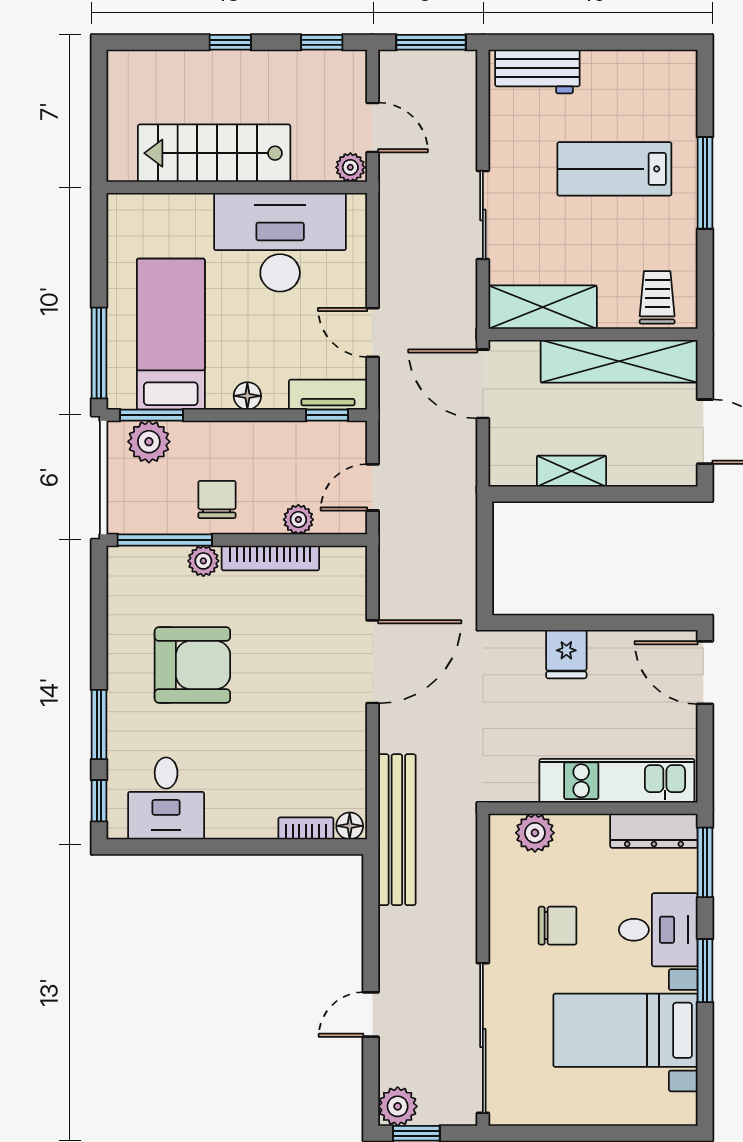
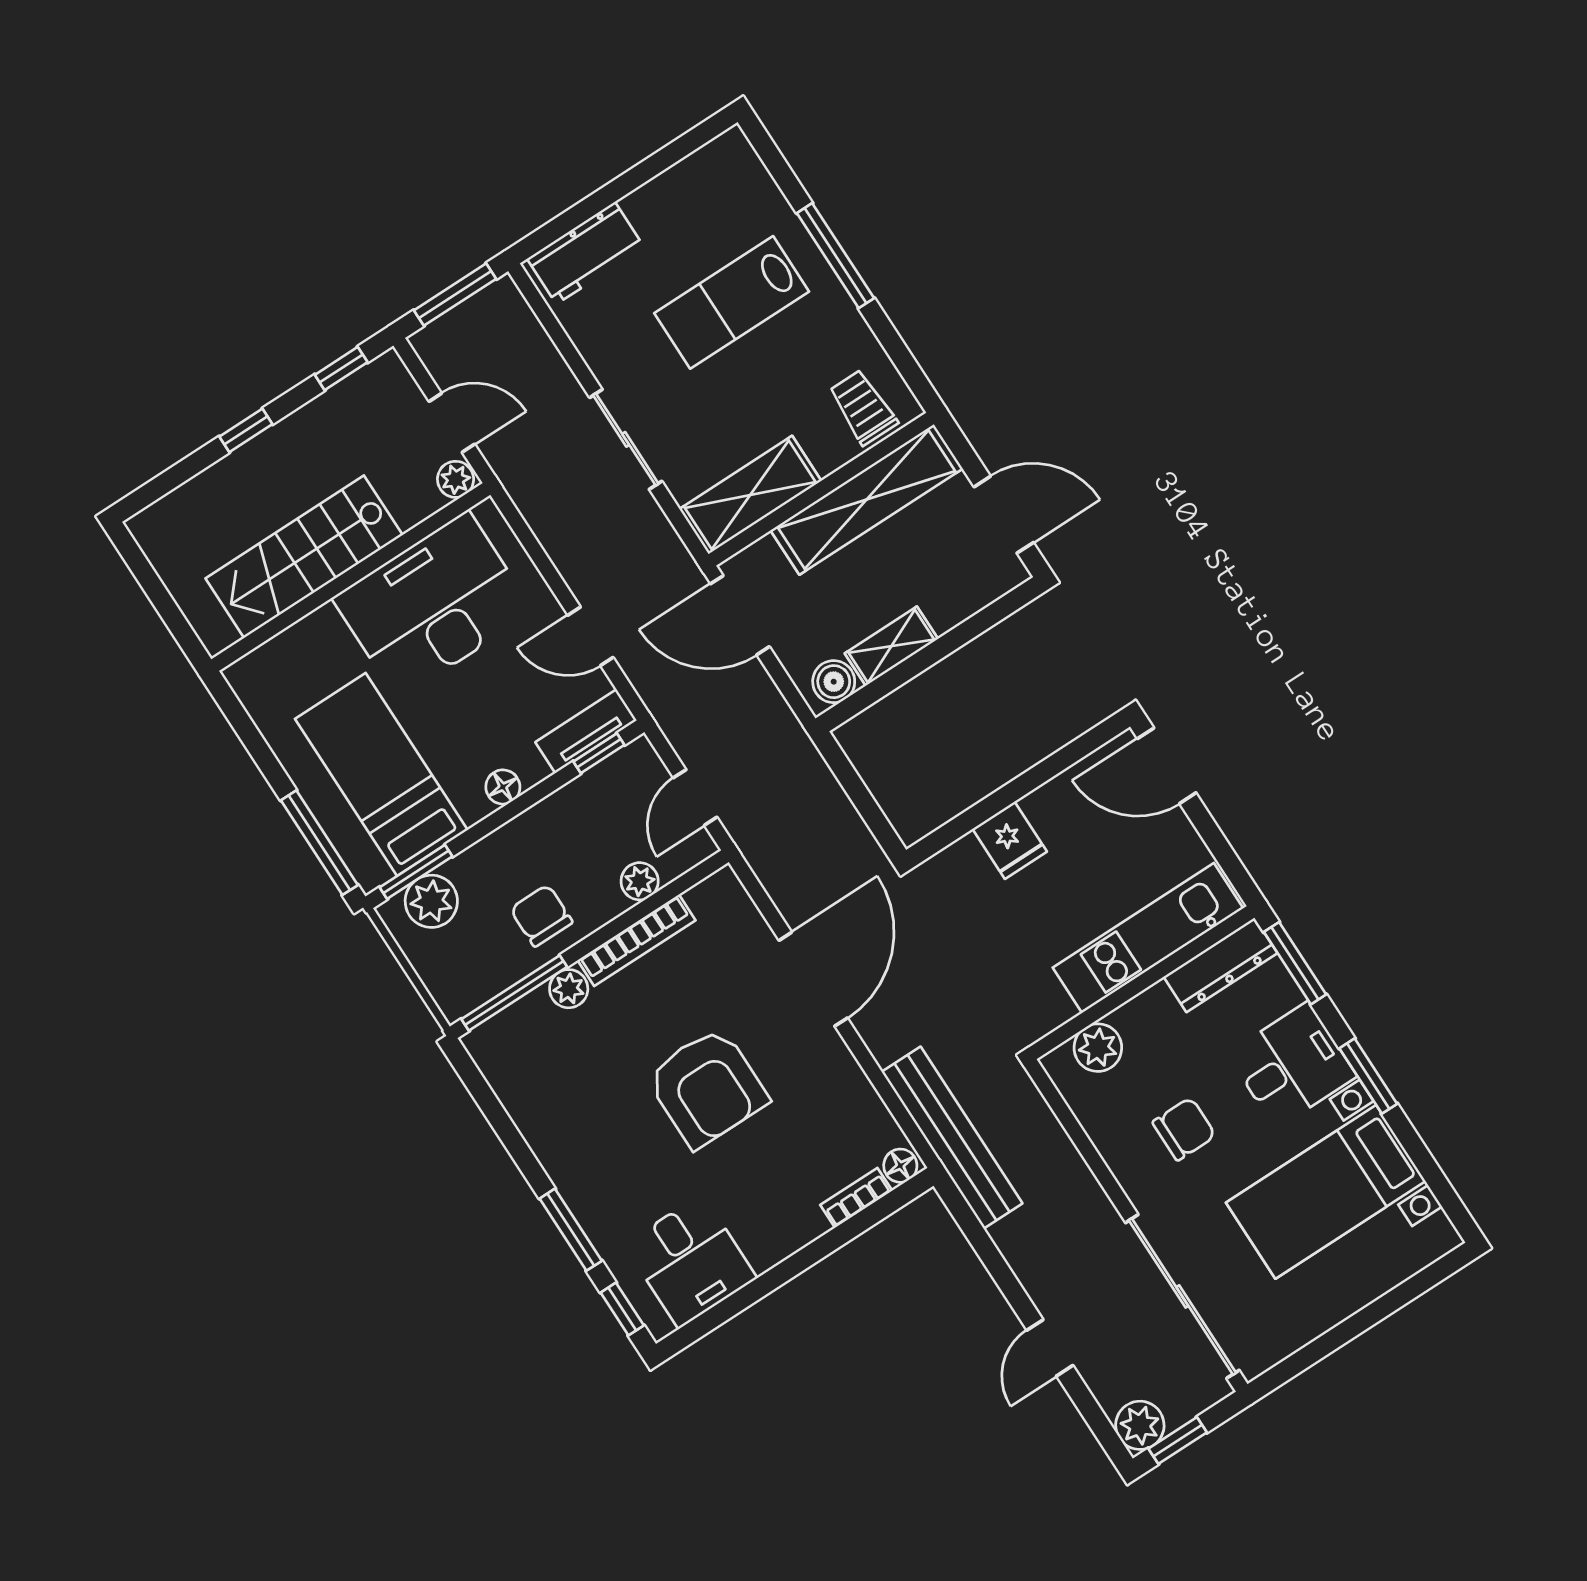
boiler: (517, 470) -> (834, 682), added
armchair: (192, 665) -> (707, 1087), moved, turned 90

